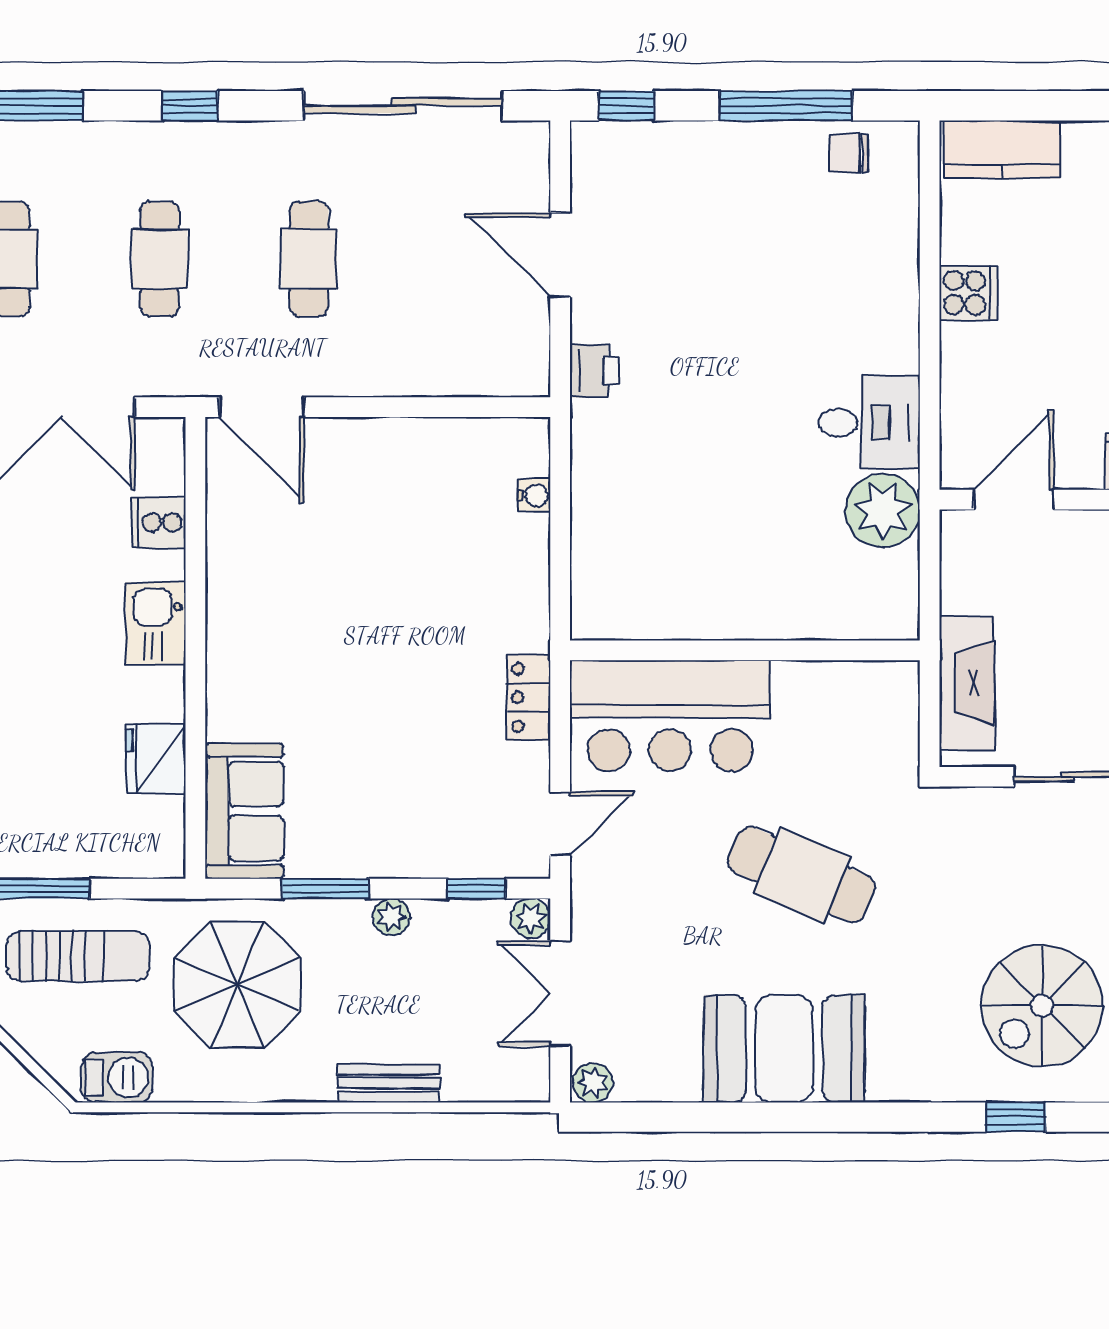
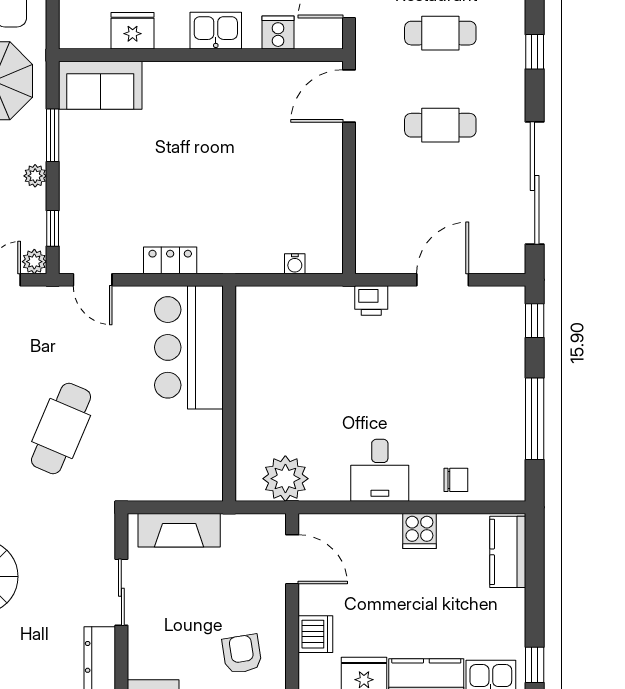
chair: (849, 153) -> (456, 480), moved, turned 90
desk: (869, 423) -> (380, 470), moved
wall: (745, 650) -> (229, 394), moved
bar counter: (670, 716) -> (189, 347), moved

